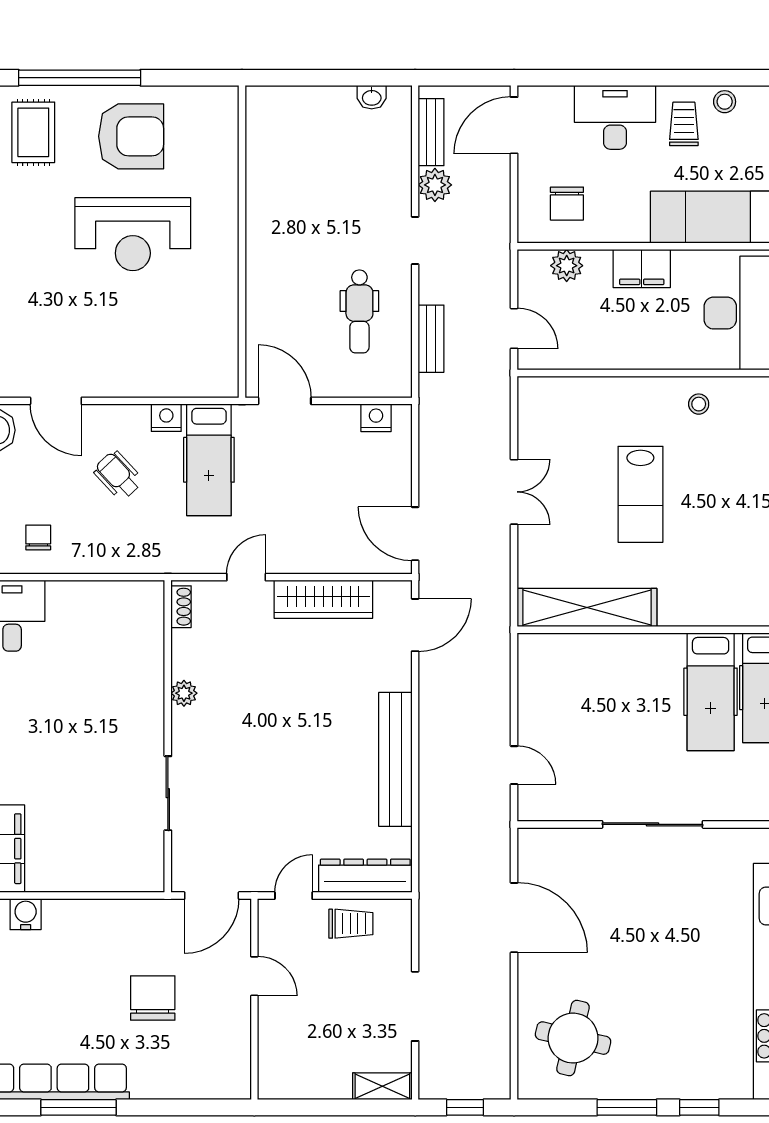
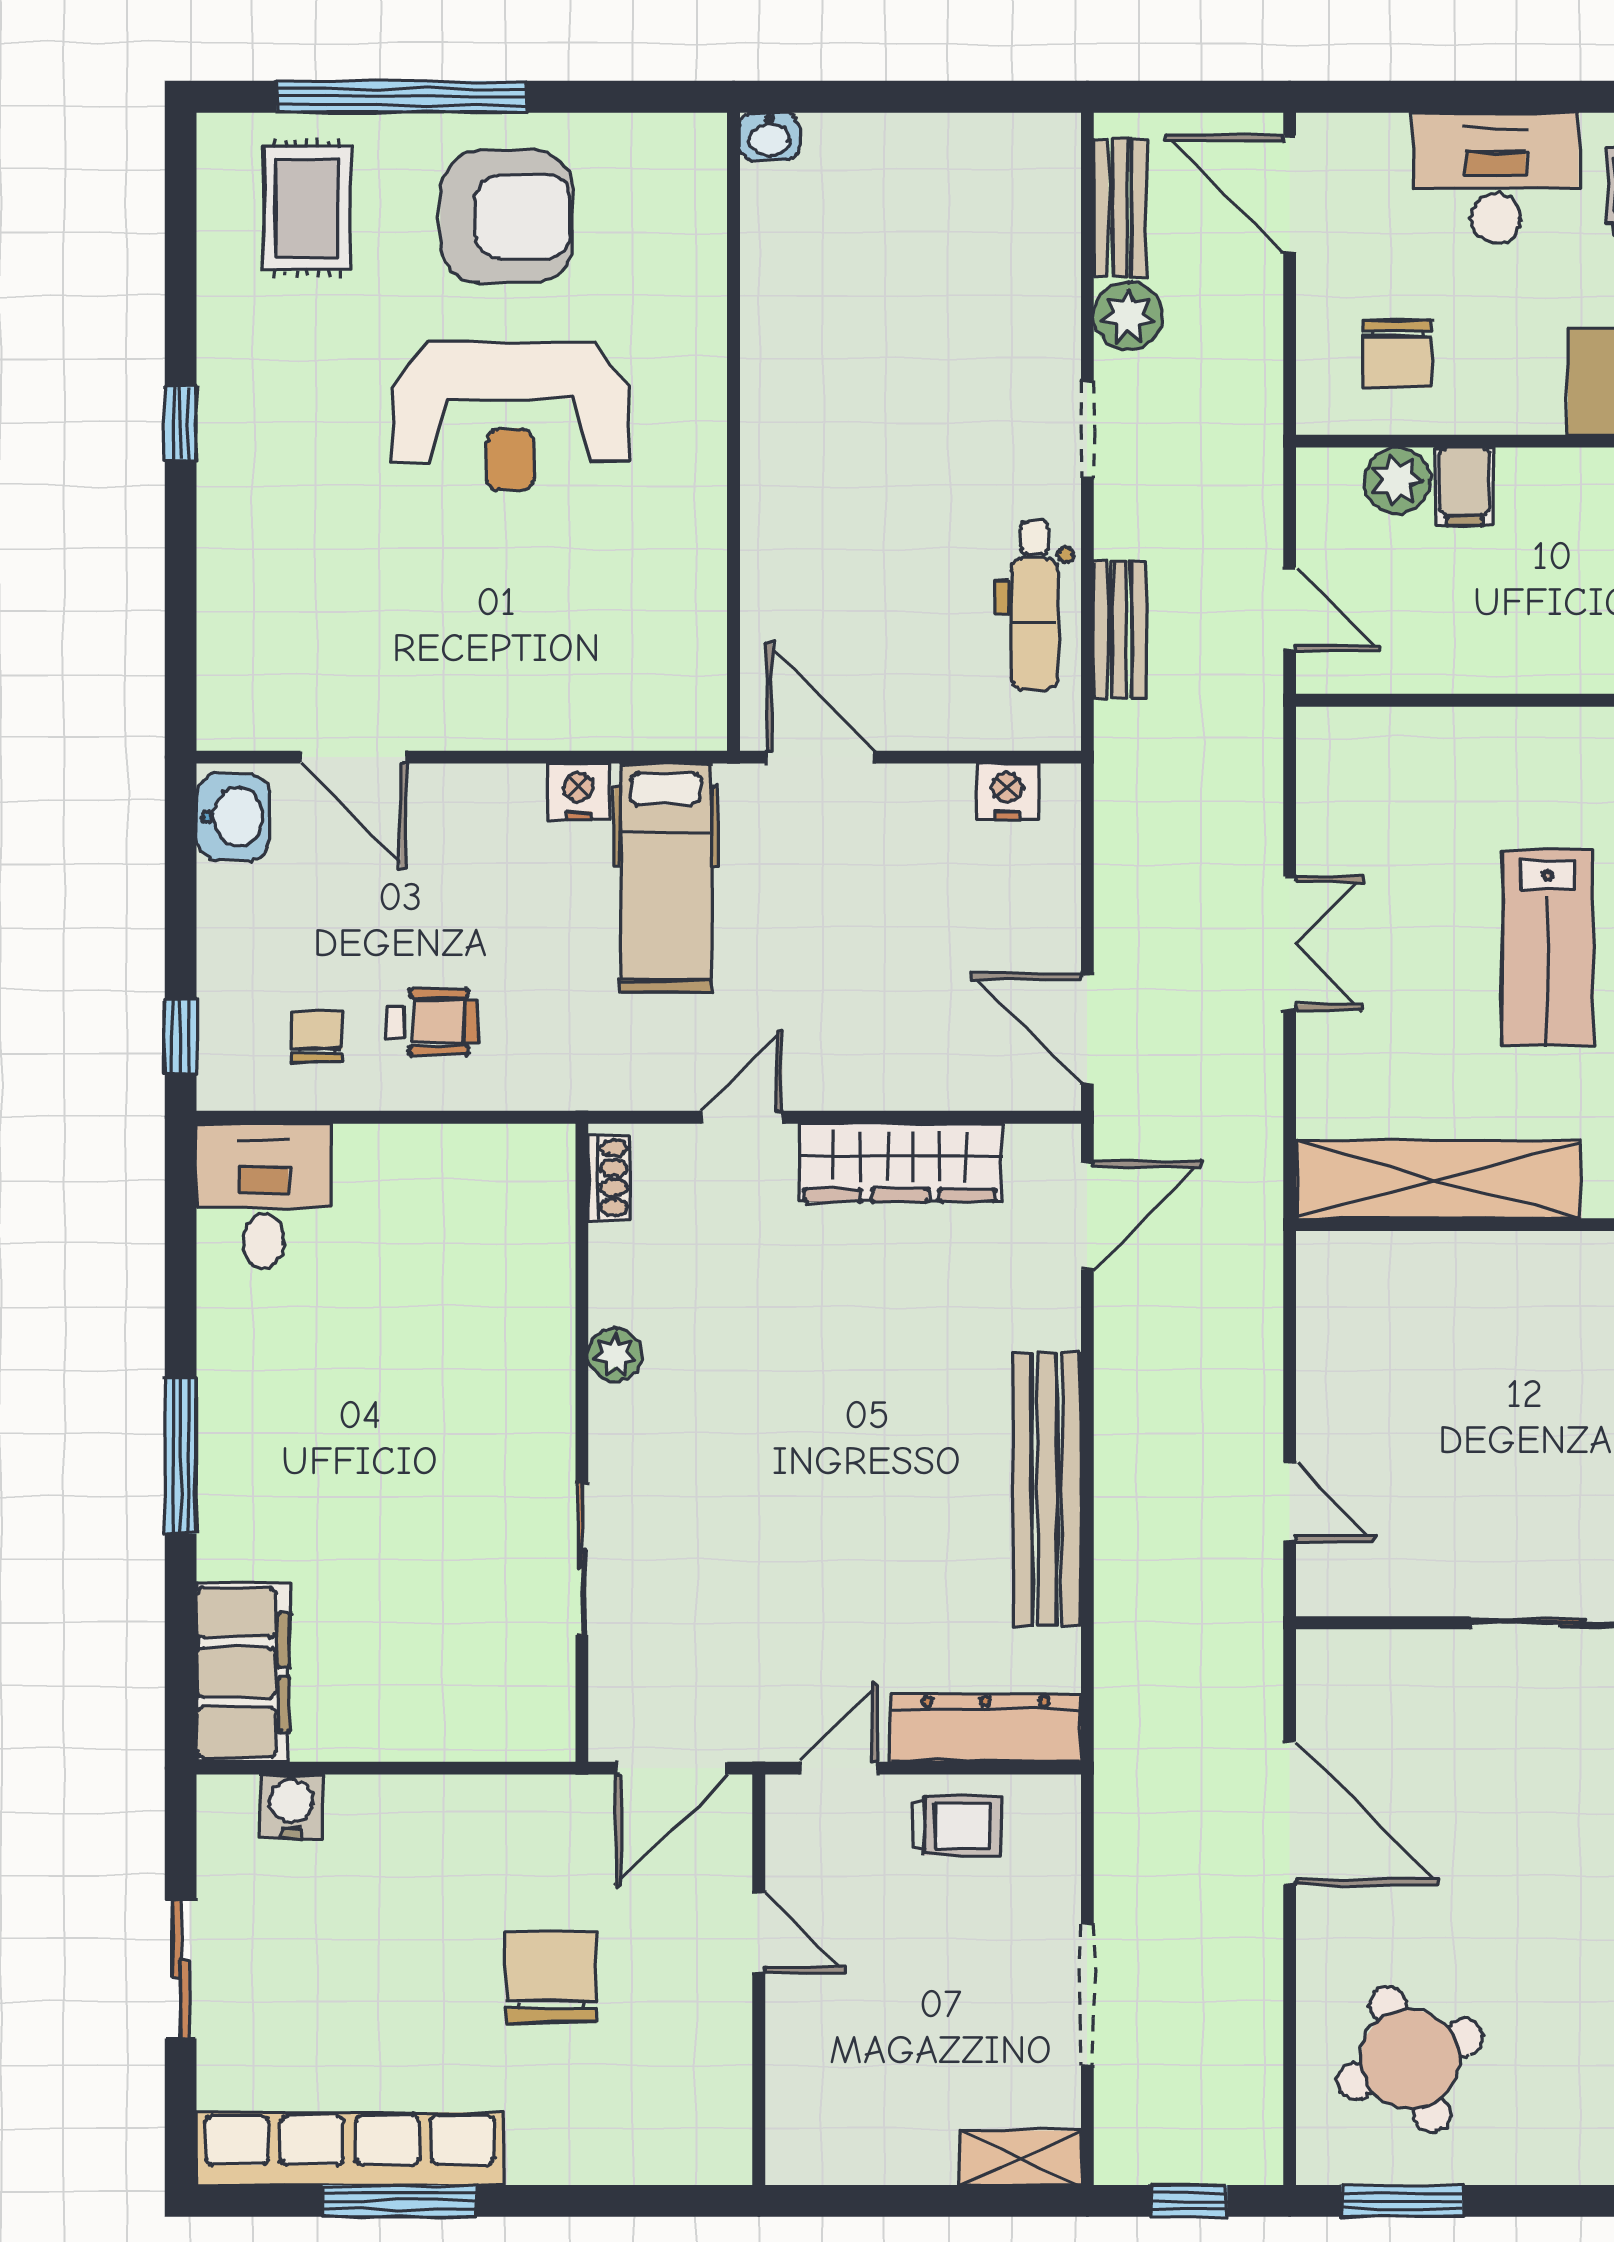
washbasin: (372, 97) -> (770, 137), moved
door: (514, 125) -> (1290, 194), hinge flipped
filing cabinet: (642, 268) -> (1464, 487), moved, width x0.50
dental chair: (359, 311) -> (1035, 606), moved
wheelchair: (118, 475) -> (432, 1022), moved, turned 133
round table: (573, 1038) -> (1410, 2059), turned -35
window: (627, 1107) -> (1402, 2201), moved

